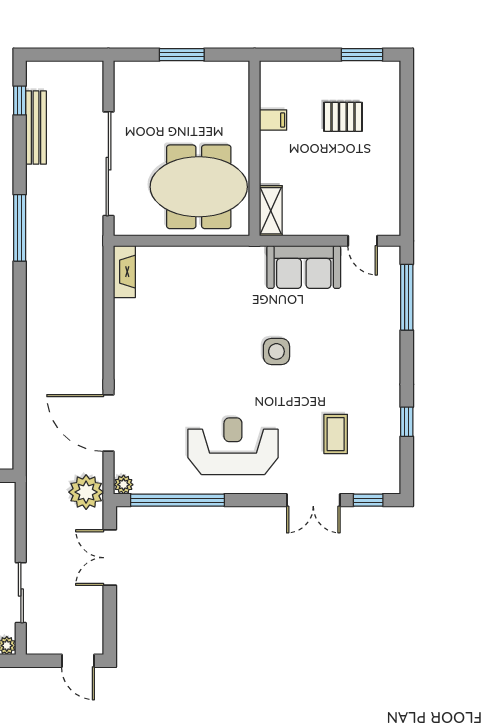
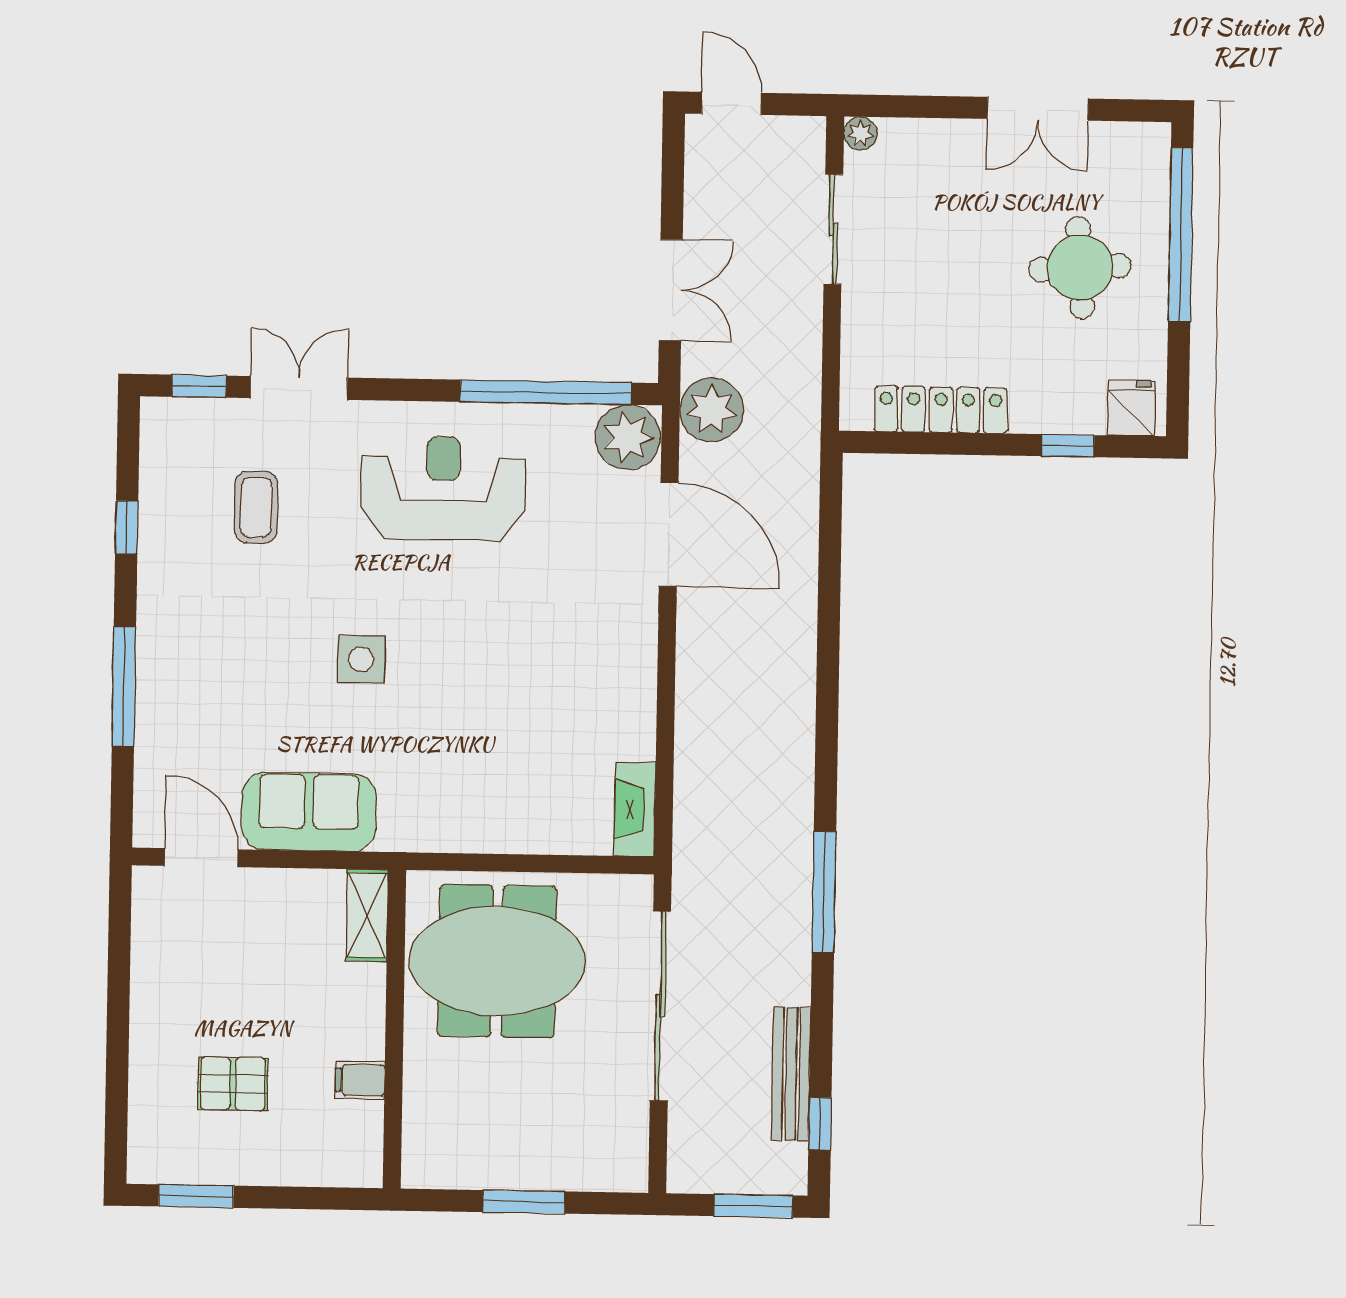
window: (55, 55) -> (753, 1206), added
door: (363, 241) -> (201, 858), width x1.38
window: (407, 297) -> (124, 686), moved
reception desk: (233, 446) -> (443, 488), turned 180
plant: (124, 485) -> (628, 437), width x1.88, depth x1.88

